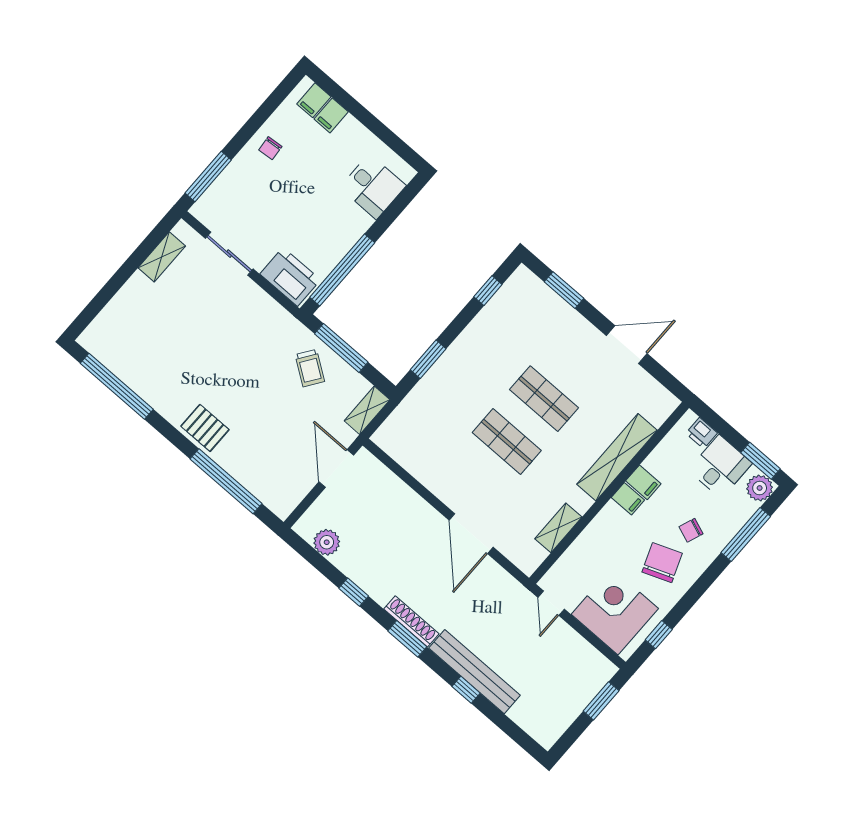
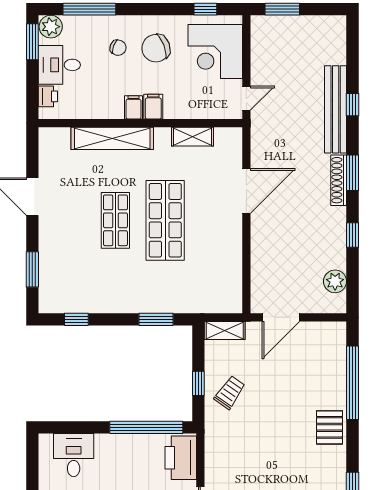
window: (341, 348) -> (198, 383), width x0.46
shop shelf: (507, 442) -> (165, 220), width x1.43, depth x1.36
filing cabinet: (643, 482) -> (153, 107), moved

